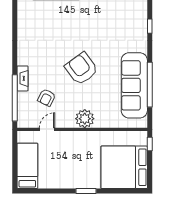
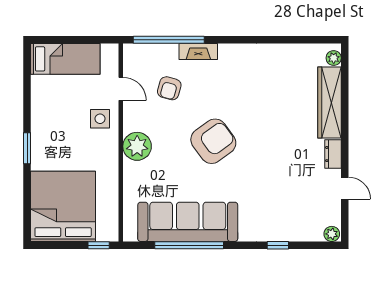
armchair: (47, 98) -> (169, 88), turned -101
side table: (67, 143) -> (100, 119), added

